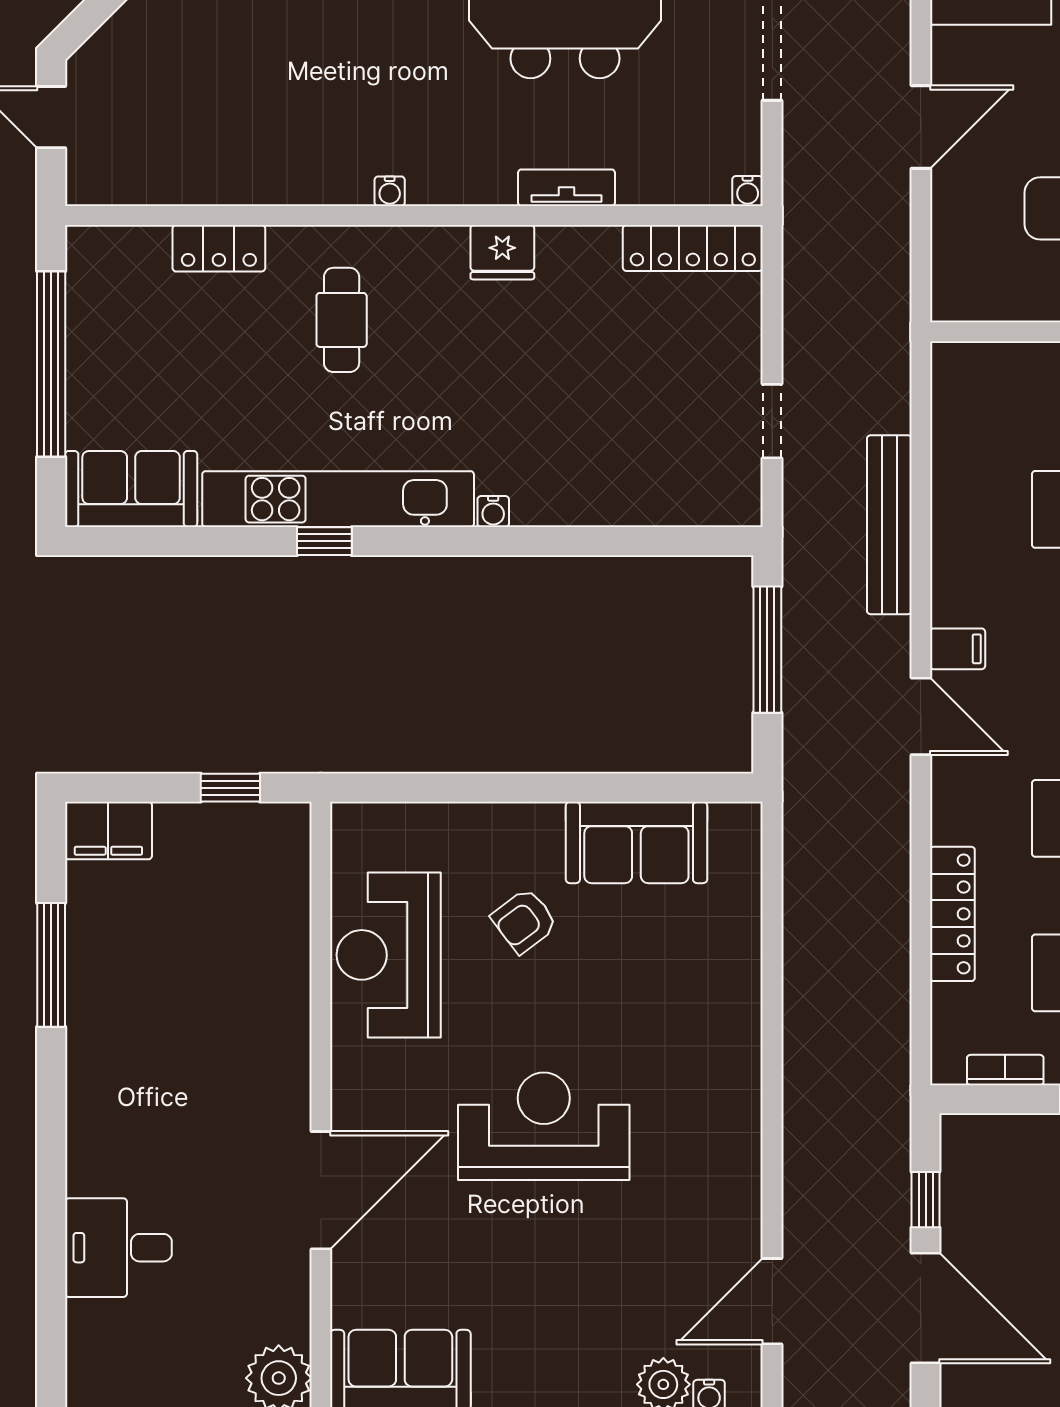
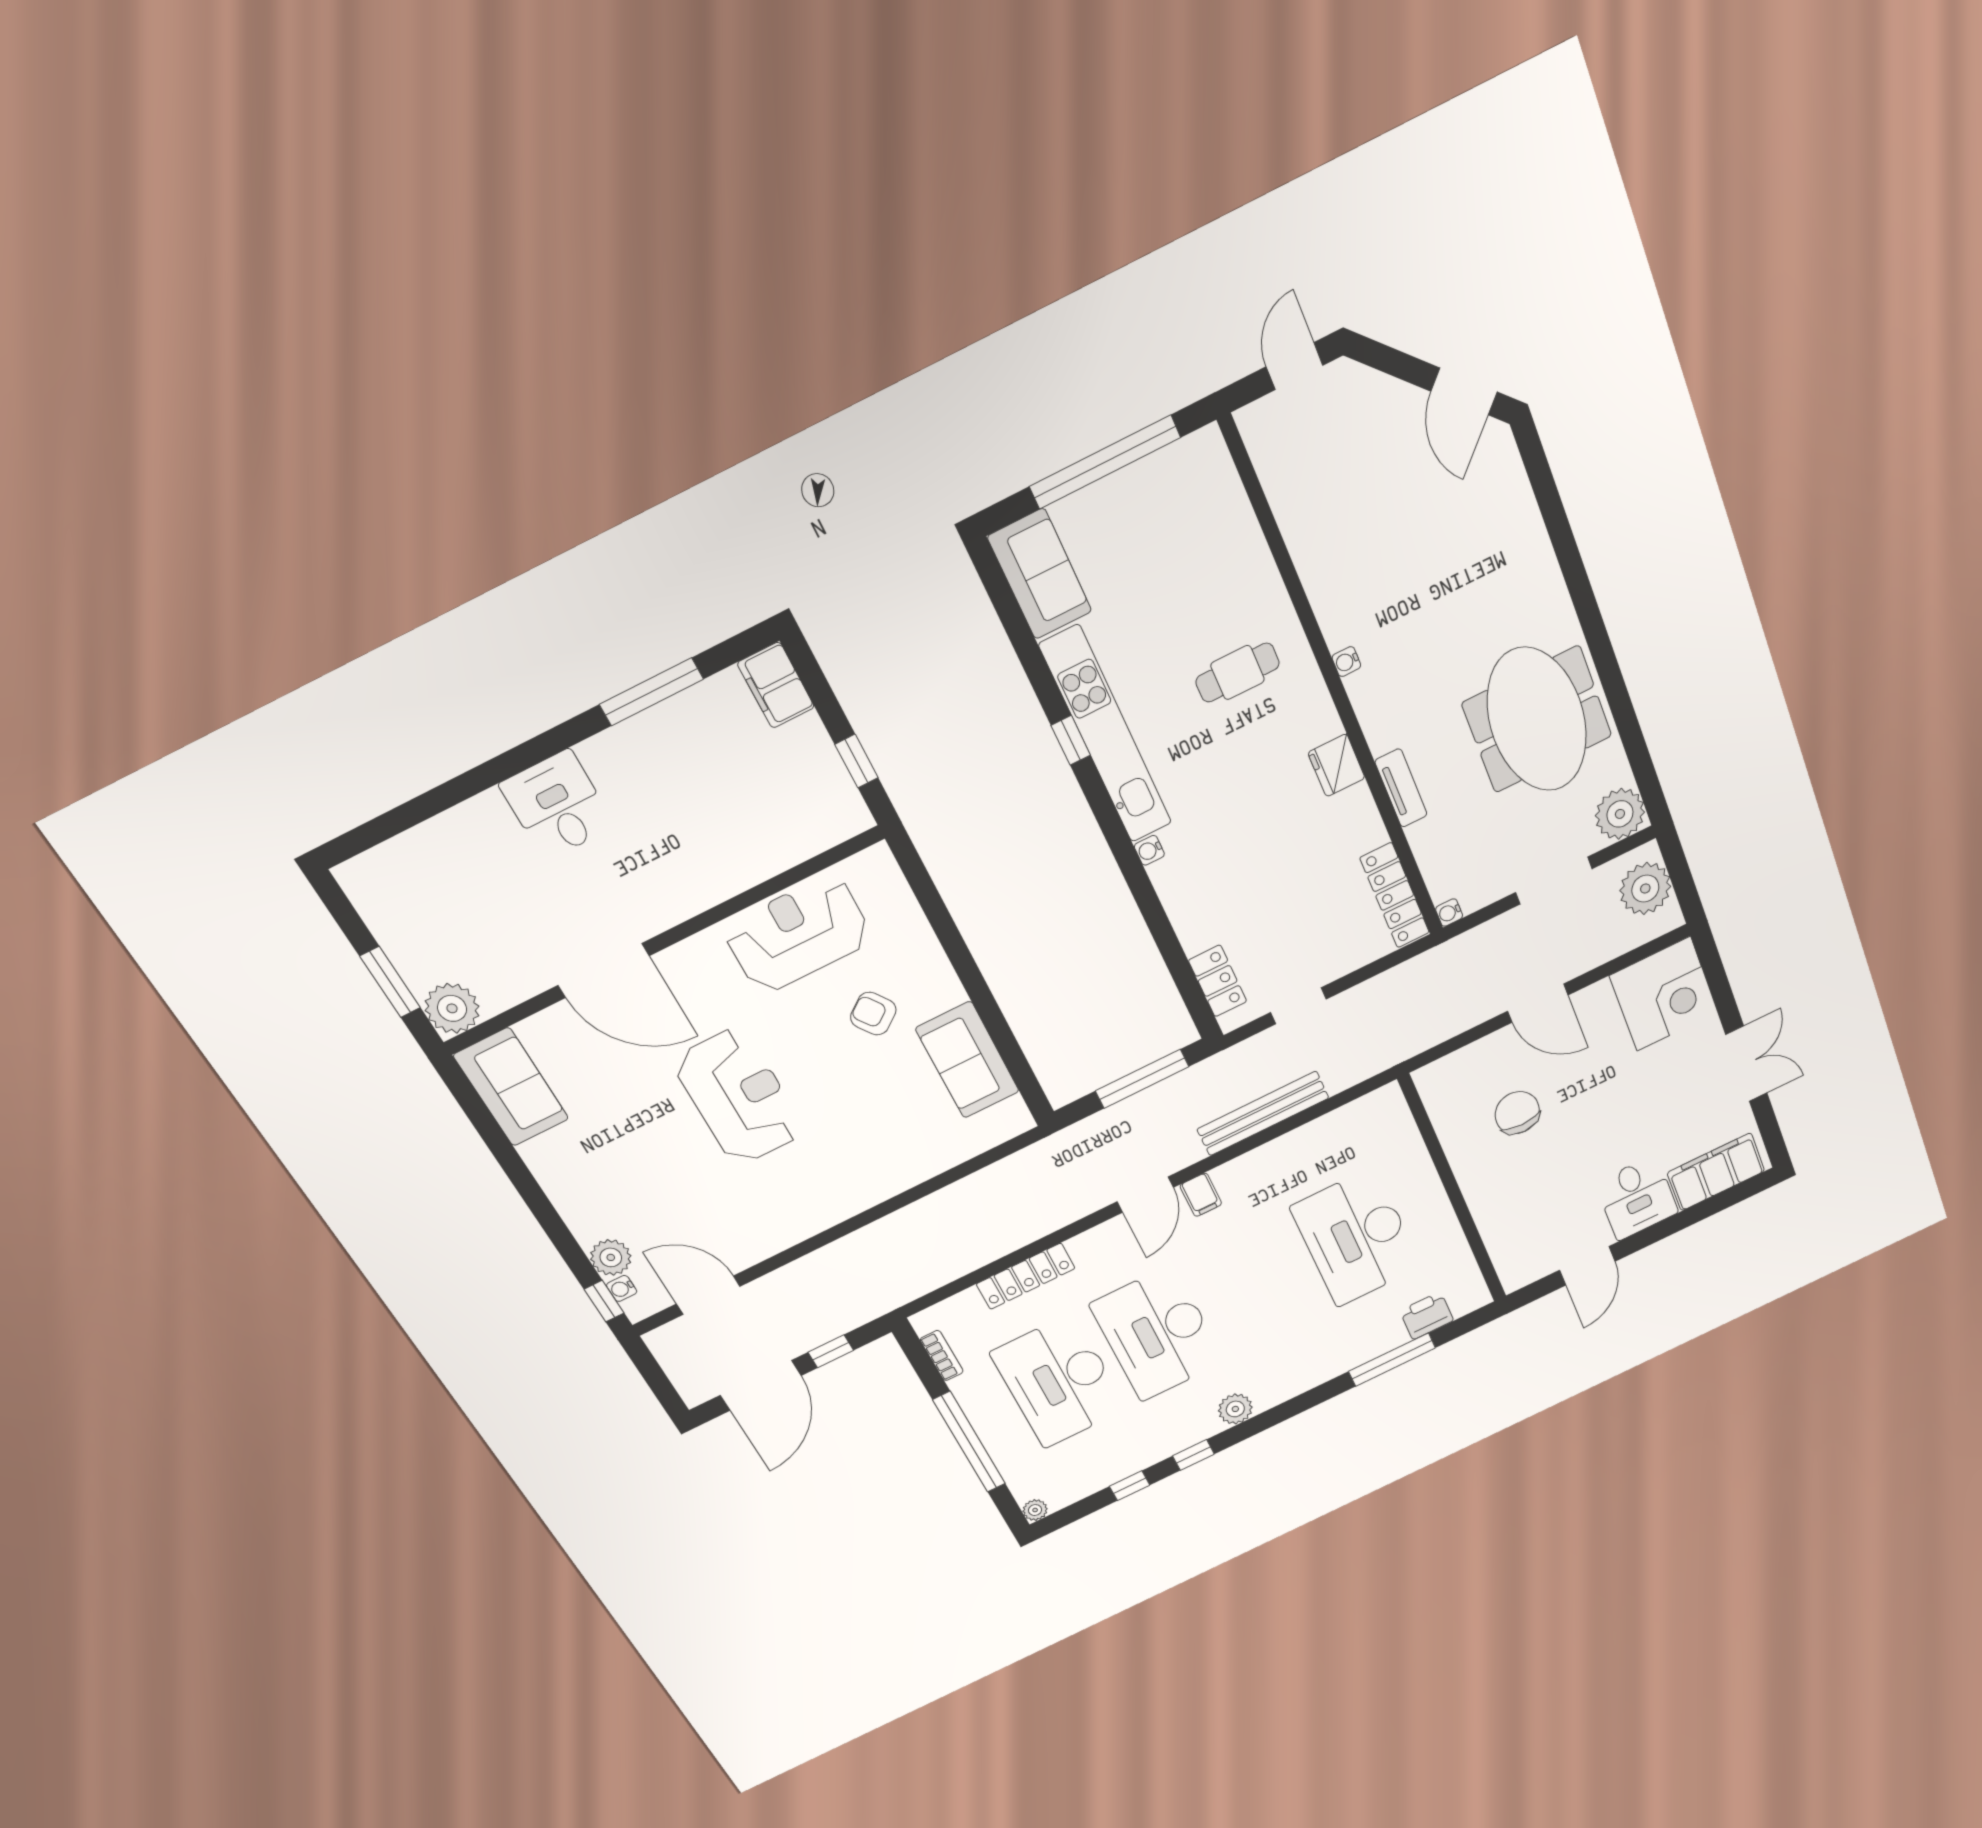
locker: (219, 248) -> (1218, 981), moved, turned 180
desk: (118, 1248) -> (557, 805), moved

